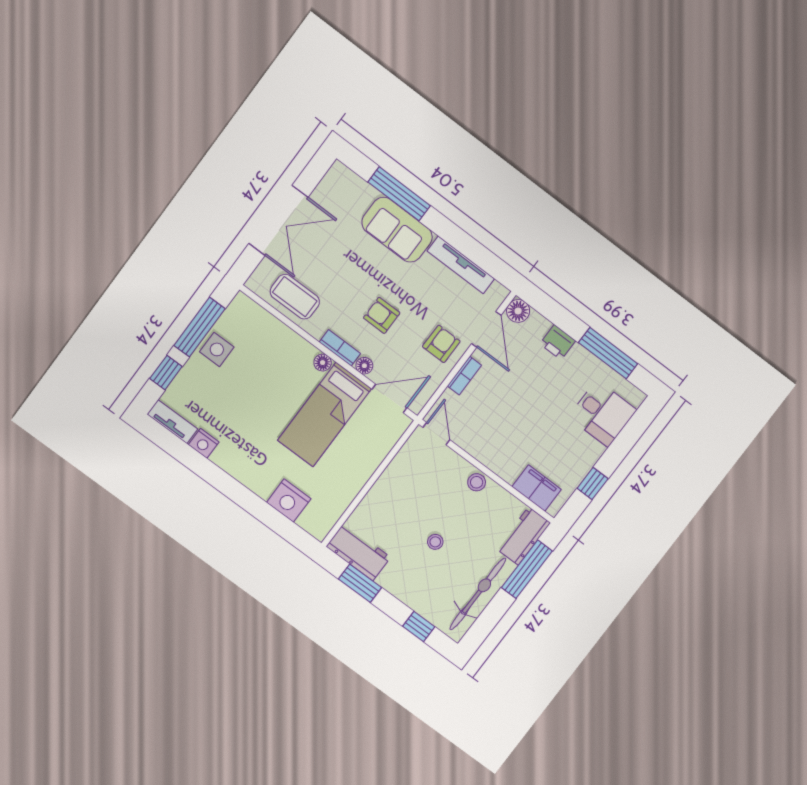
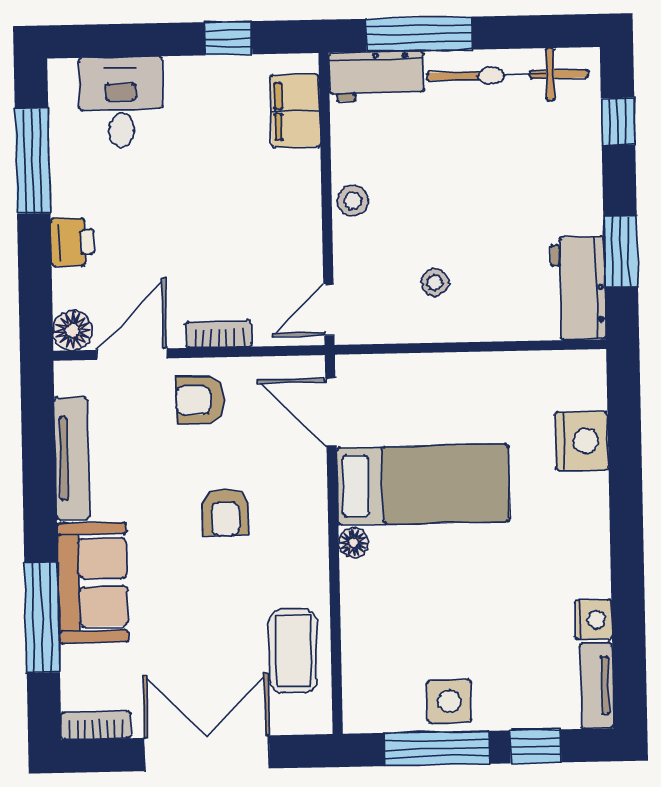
bookcase: (340, 348) -> (96, 725), moved, turned 90
floor lamp: (364, 366) -> (313, 482), removed
stool: (435, 542) -> (435, 282), moved

